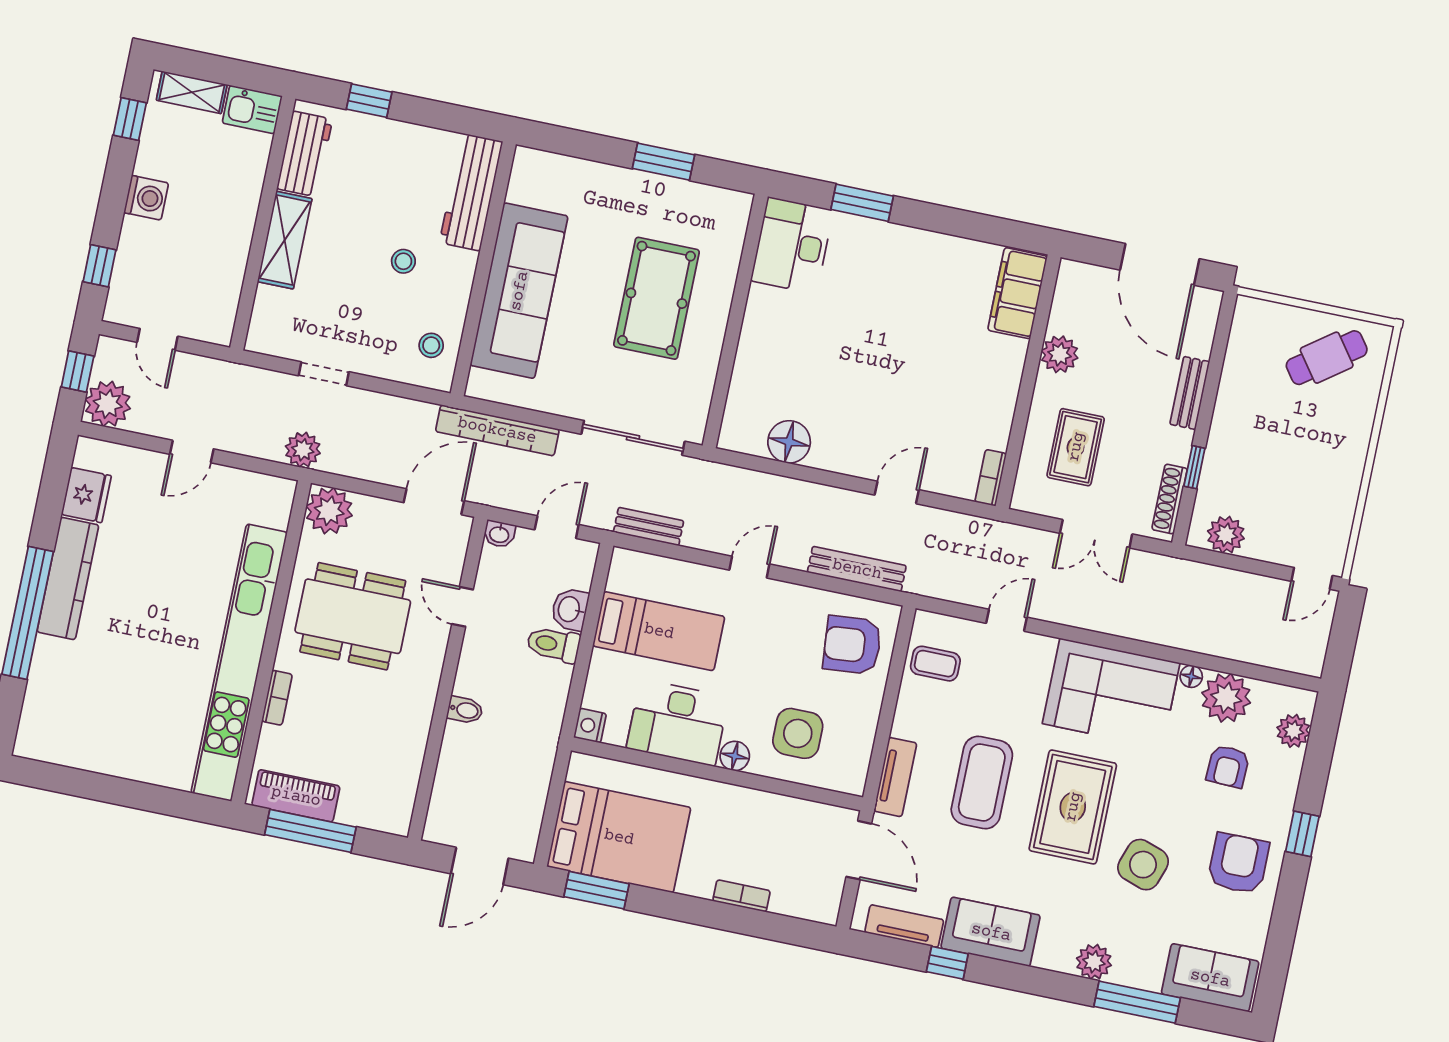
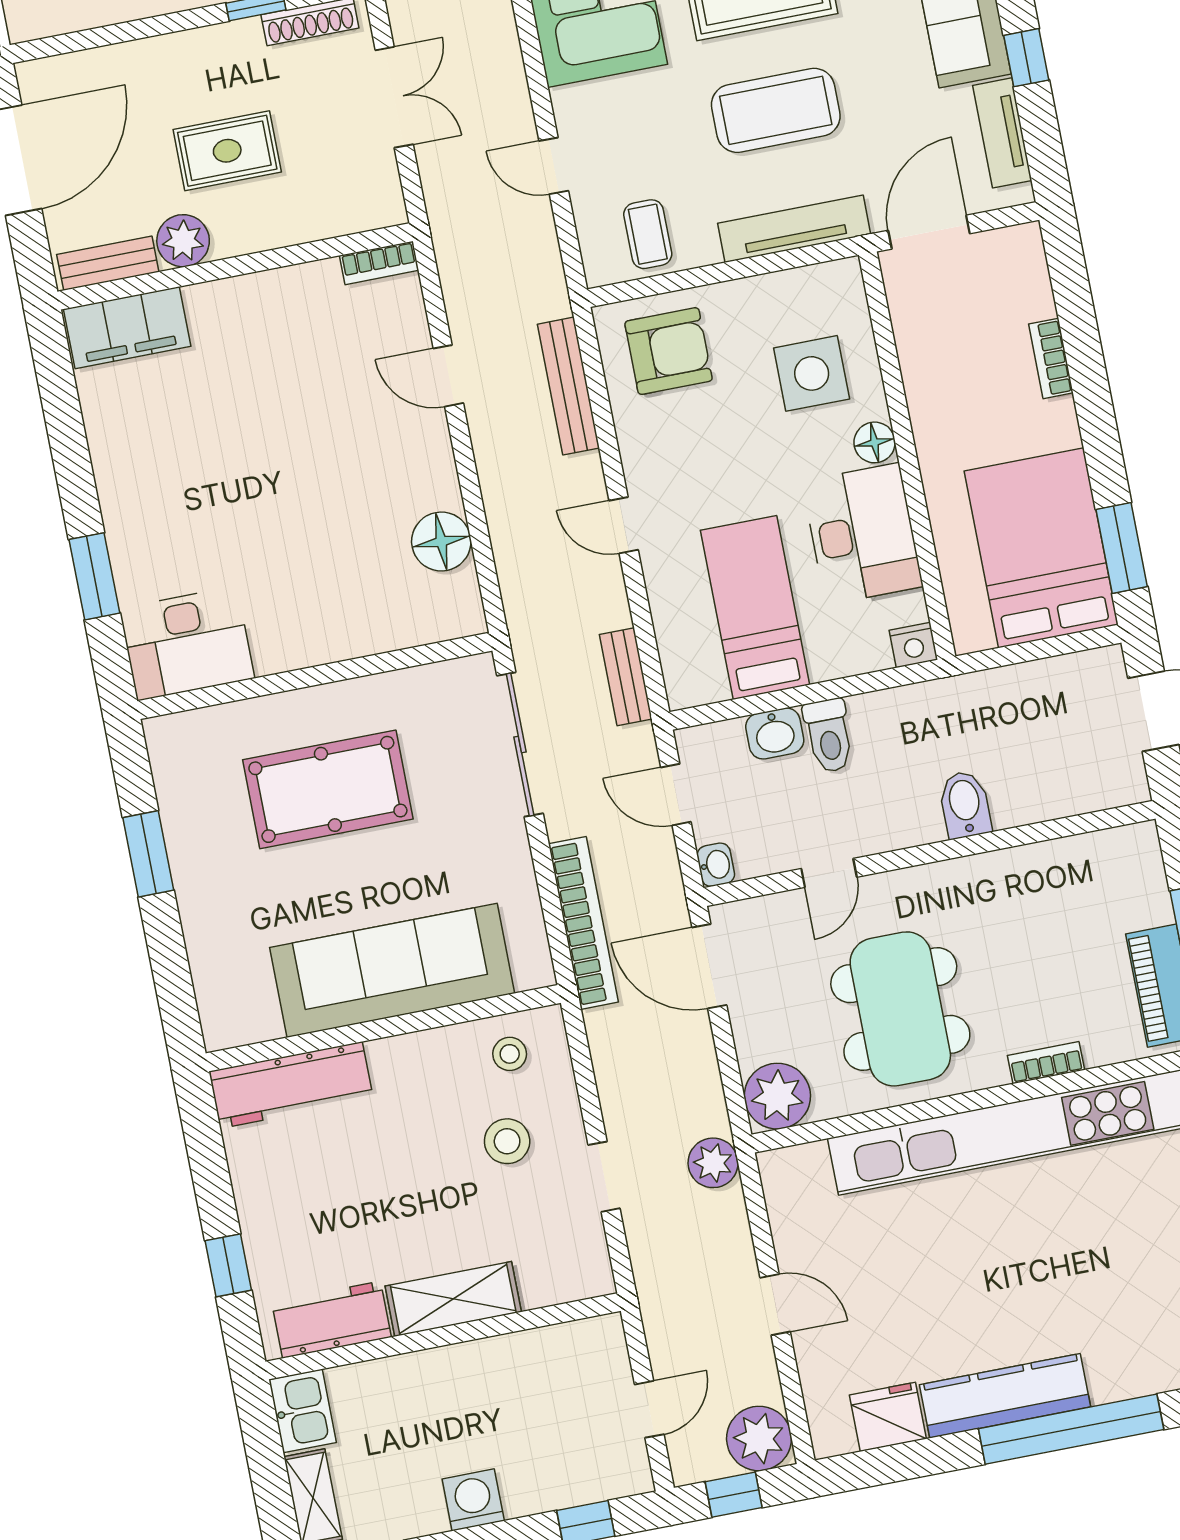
stool: (403, 261) -> (507, 1141), moved, width x1.37, depth x1.37
bench: (1190, 393) -> (108, 263), moved
rug: (1076, 447) -> (227, 151), moved
armchair: (852, 645) -> (669, 351), turned -85
bidet: (465, 710) -> (965, 805), width x1.38, depth x1.36
tv unit: (895, 777) -> (794, 229), width x1.41

